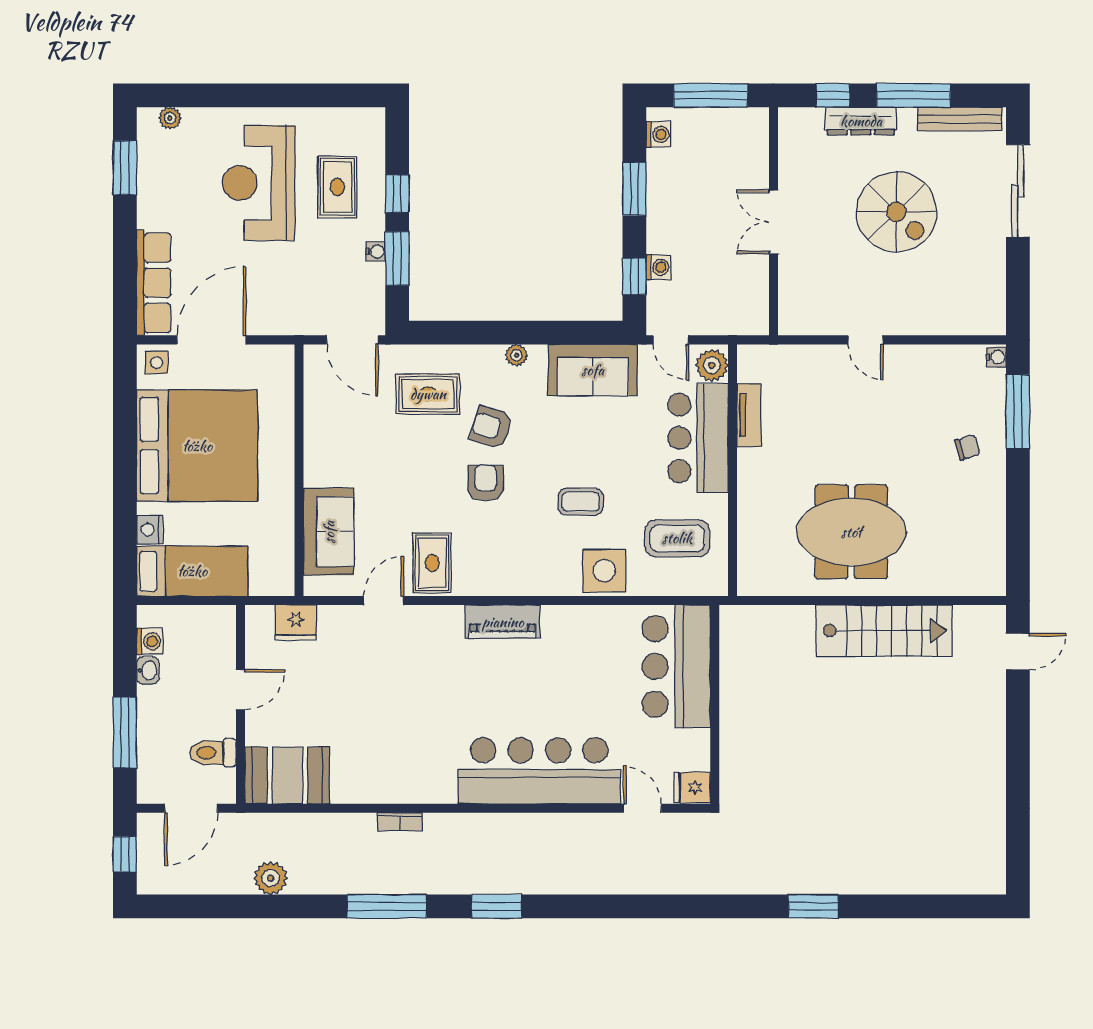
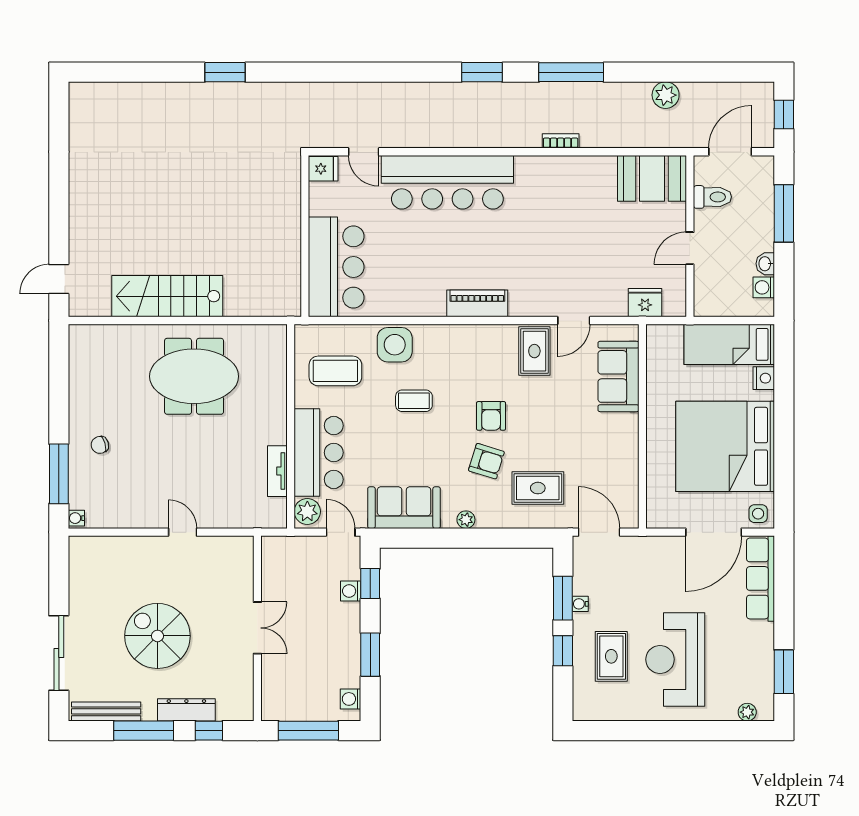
reception desk: (259, 183) -> (675, 659), turned 180

